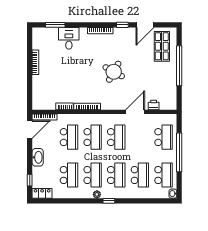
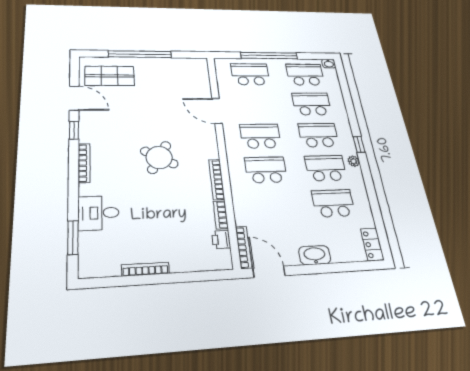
round table: (114, 72) -> (159, 157), moved
printer: (154, 105) -> (221, 239), moved
school desk: (69, 137) -> (272, 206), removed
window: (30, 180) -> (356, 266), removed

